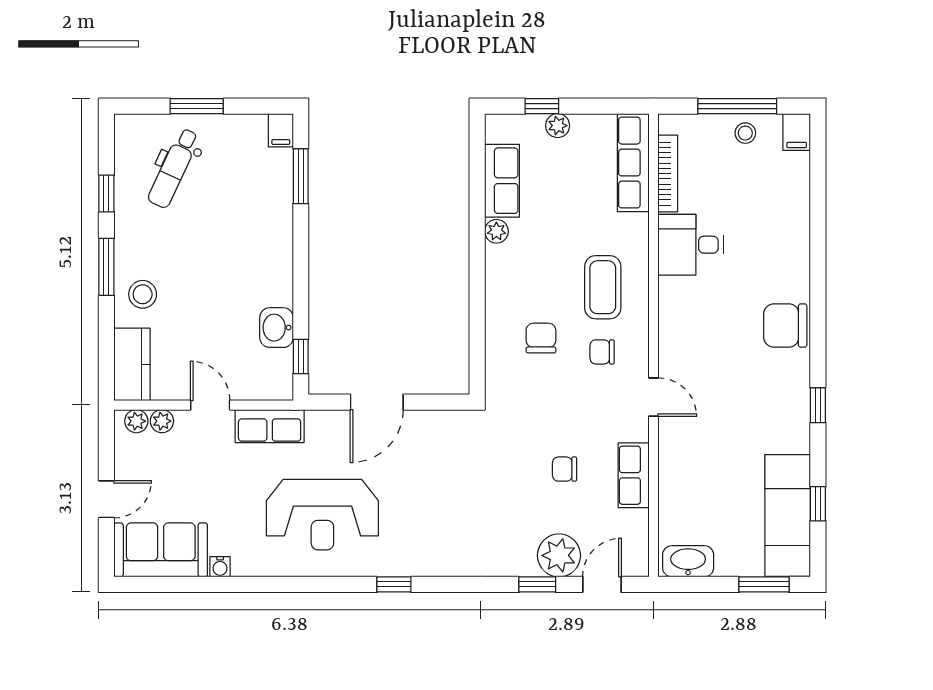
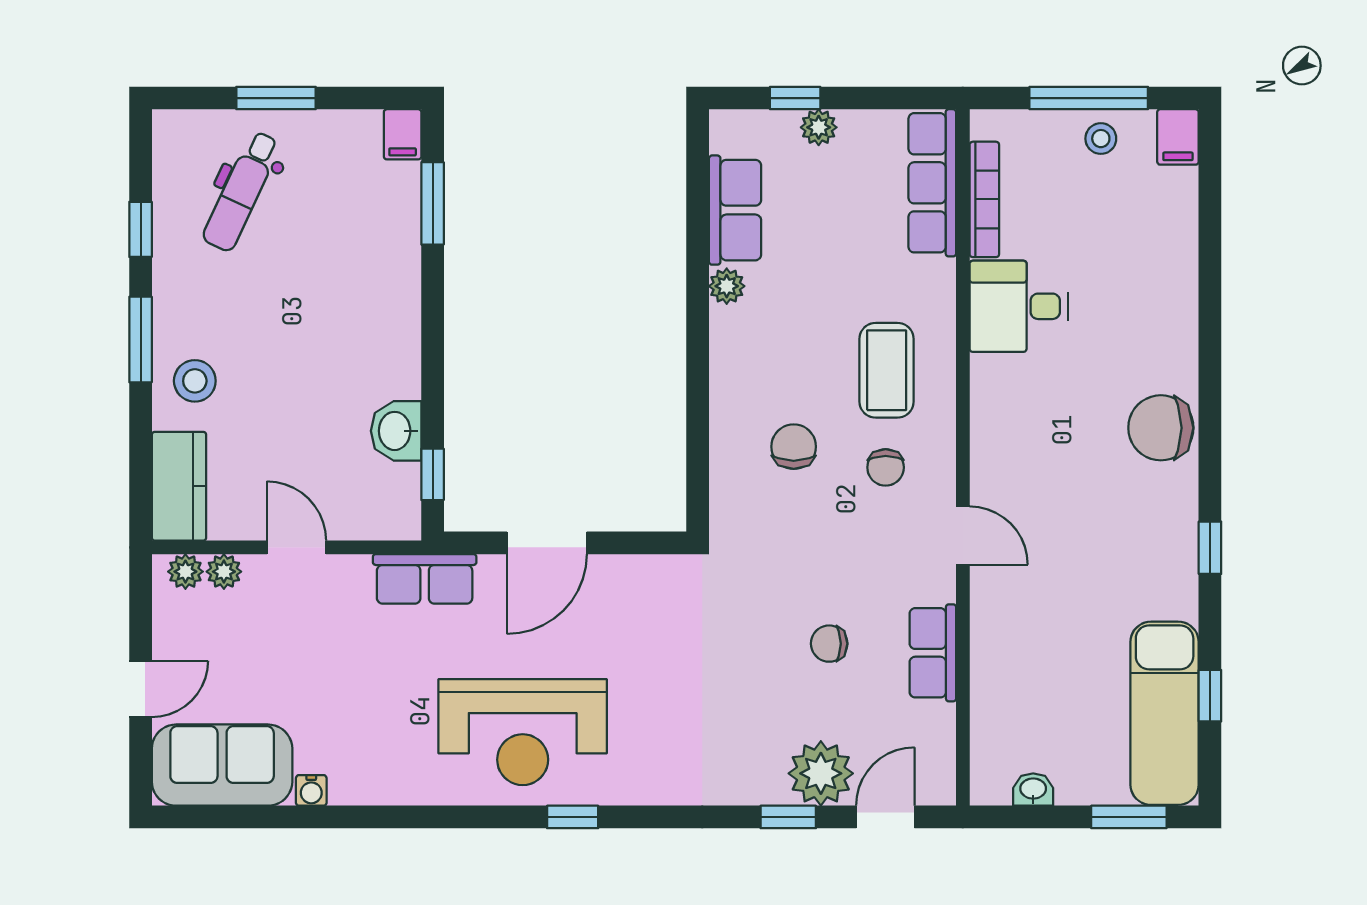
chair: (602, 352) -> (886, 467), turned -90
row of seats: (270, 426) -> (425, 579), moved
reception desk: (322, 515) -> (523, 732), moved
washbasin: (688, 561) -> (1033, 790), width x0.52, depth x0.69

